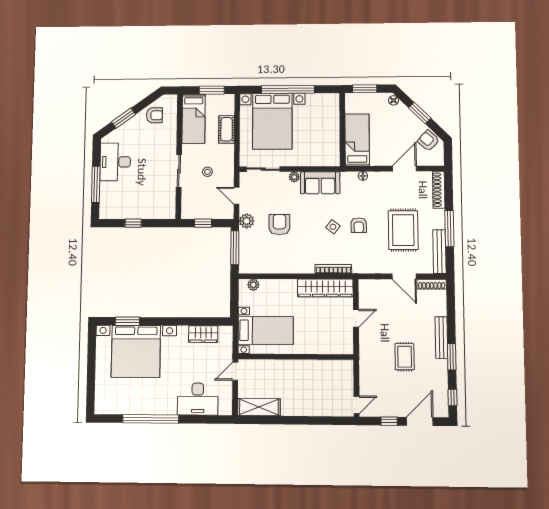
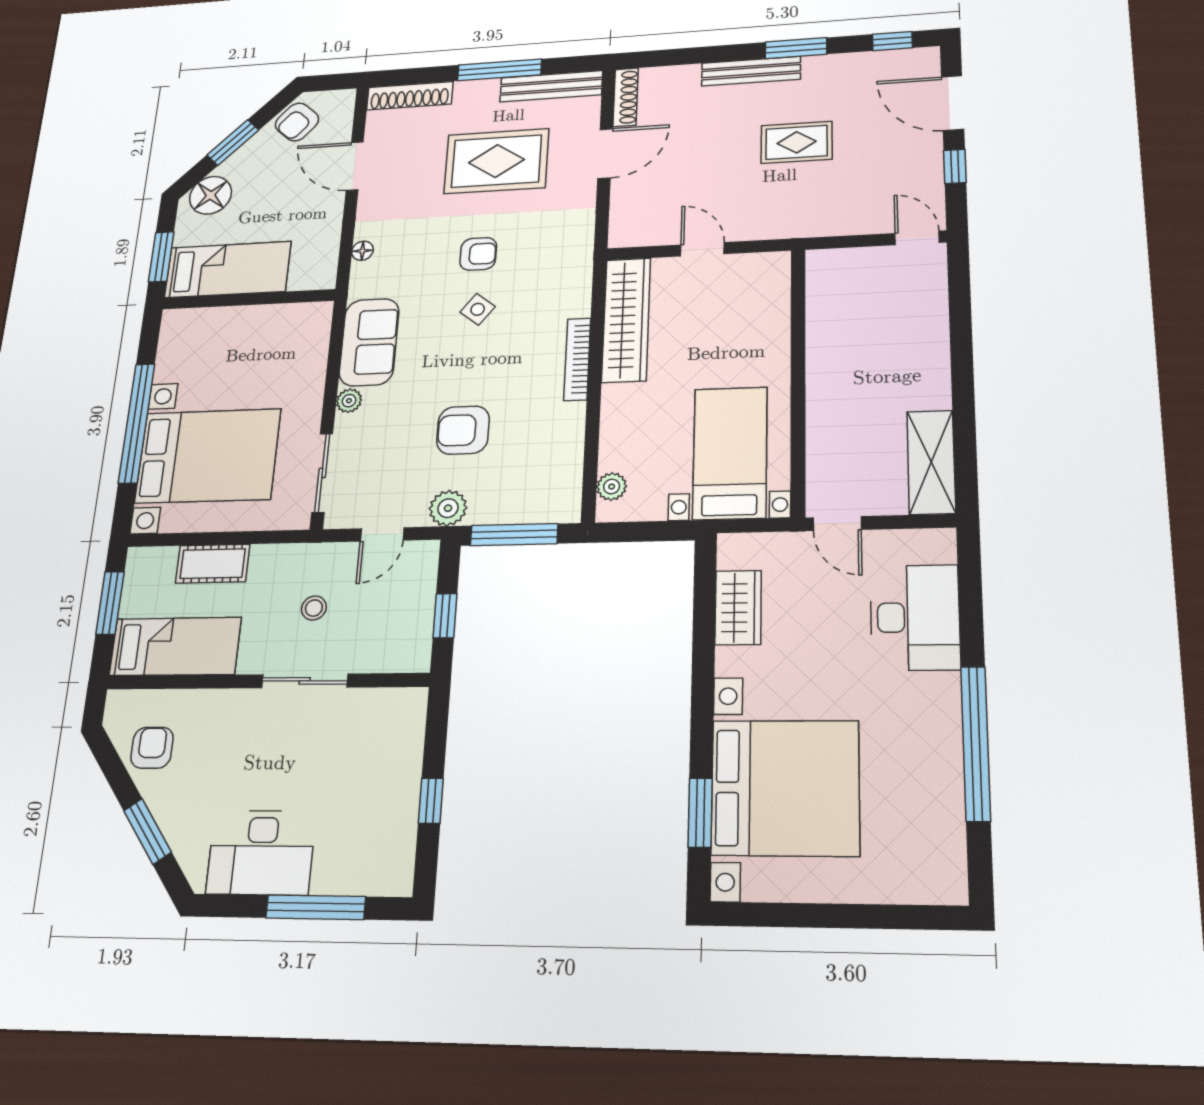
floor lamp: (394, 100) -> (211, 195), width x1.89, depth x1.89
bed: (357, 140) -> (228, 269), moved, turned 180
bookcase: (333, 269) -> (577, 359), moved

